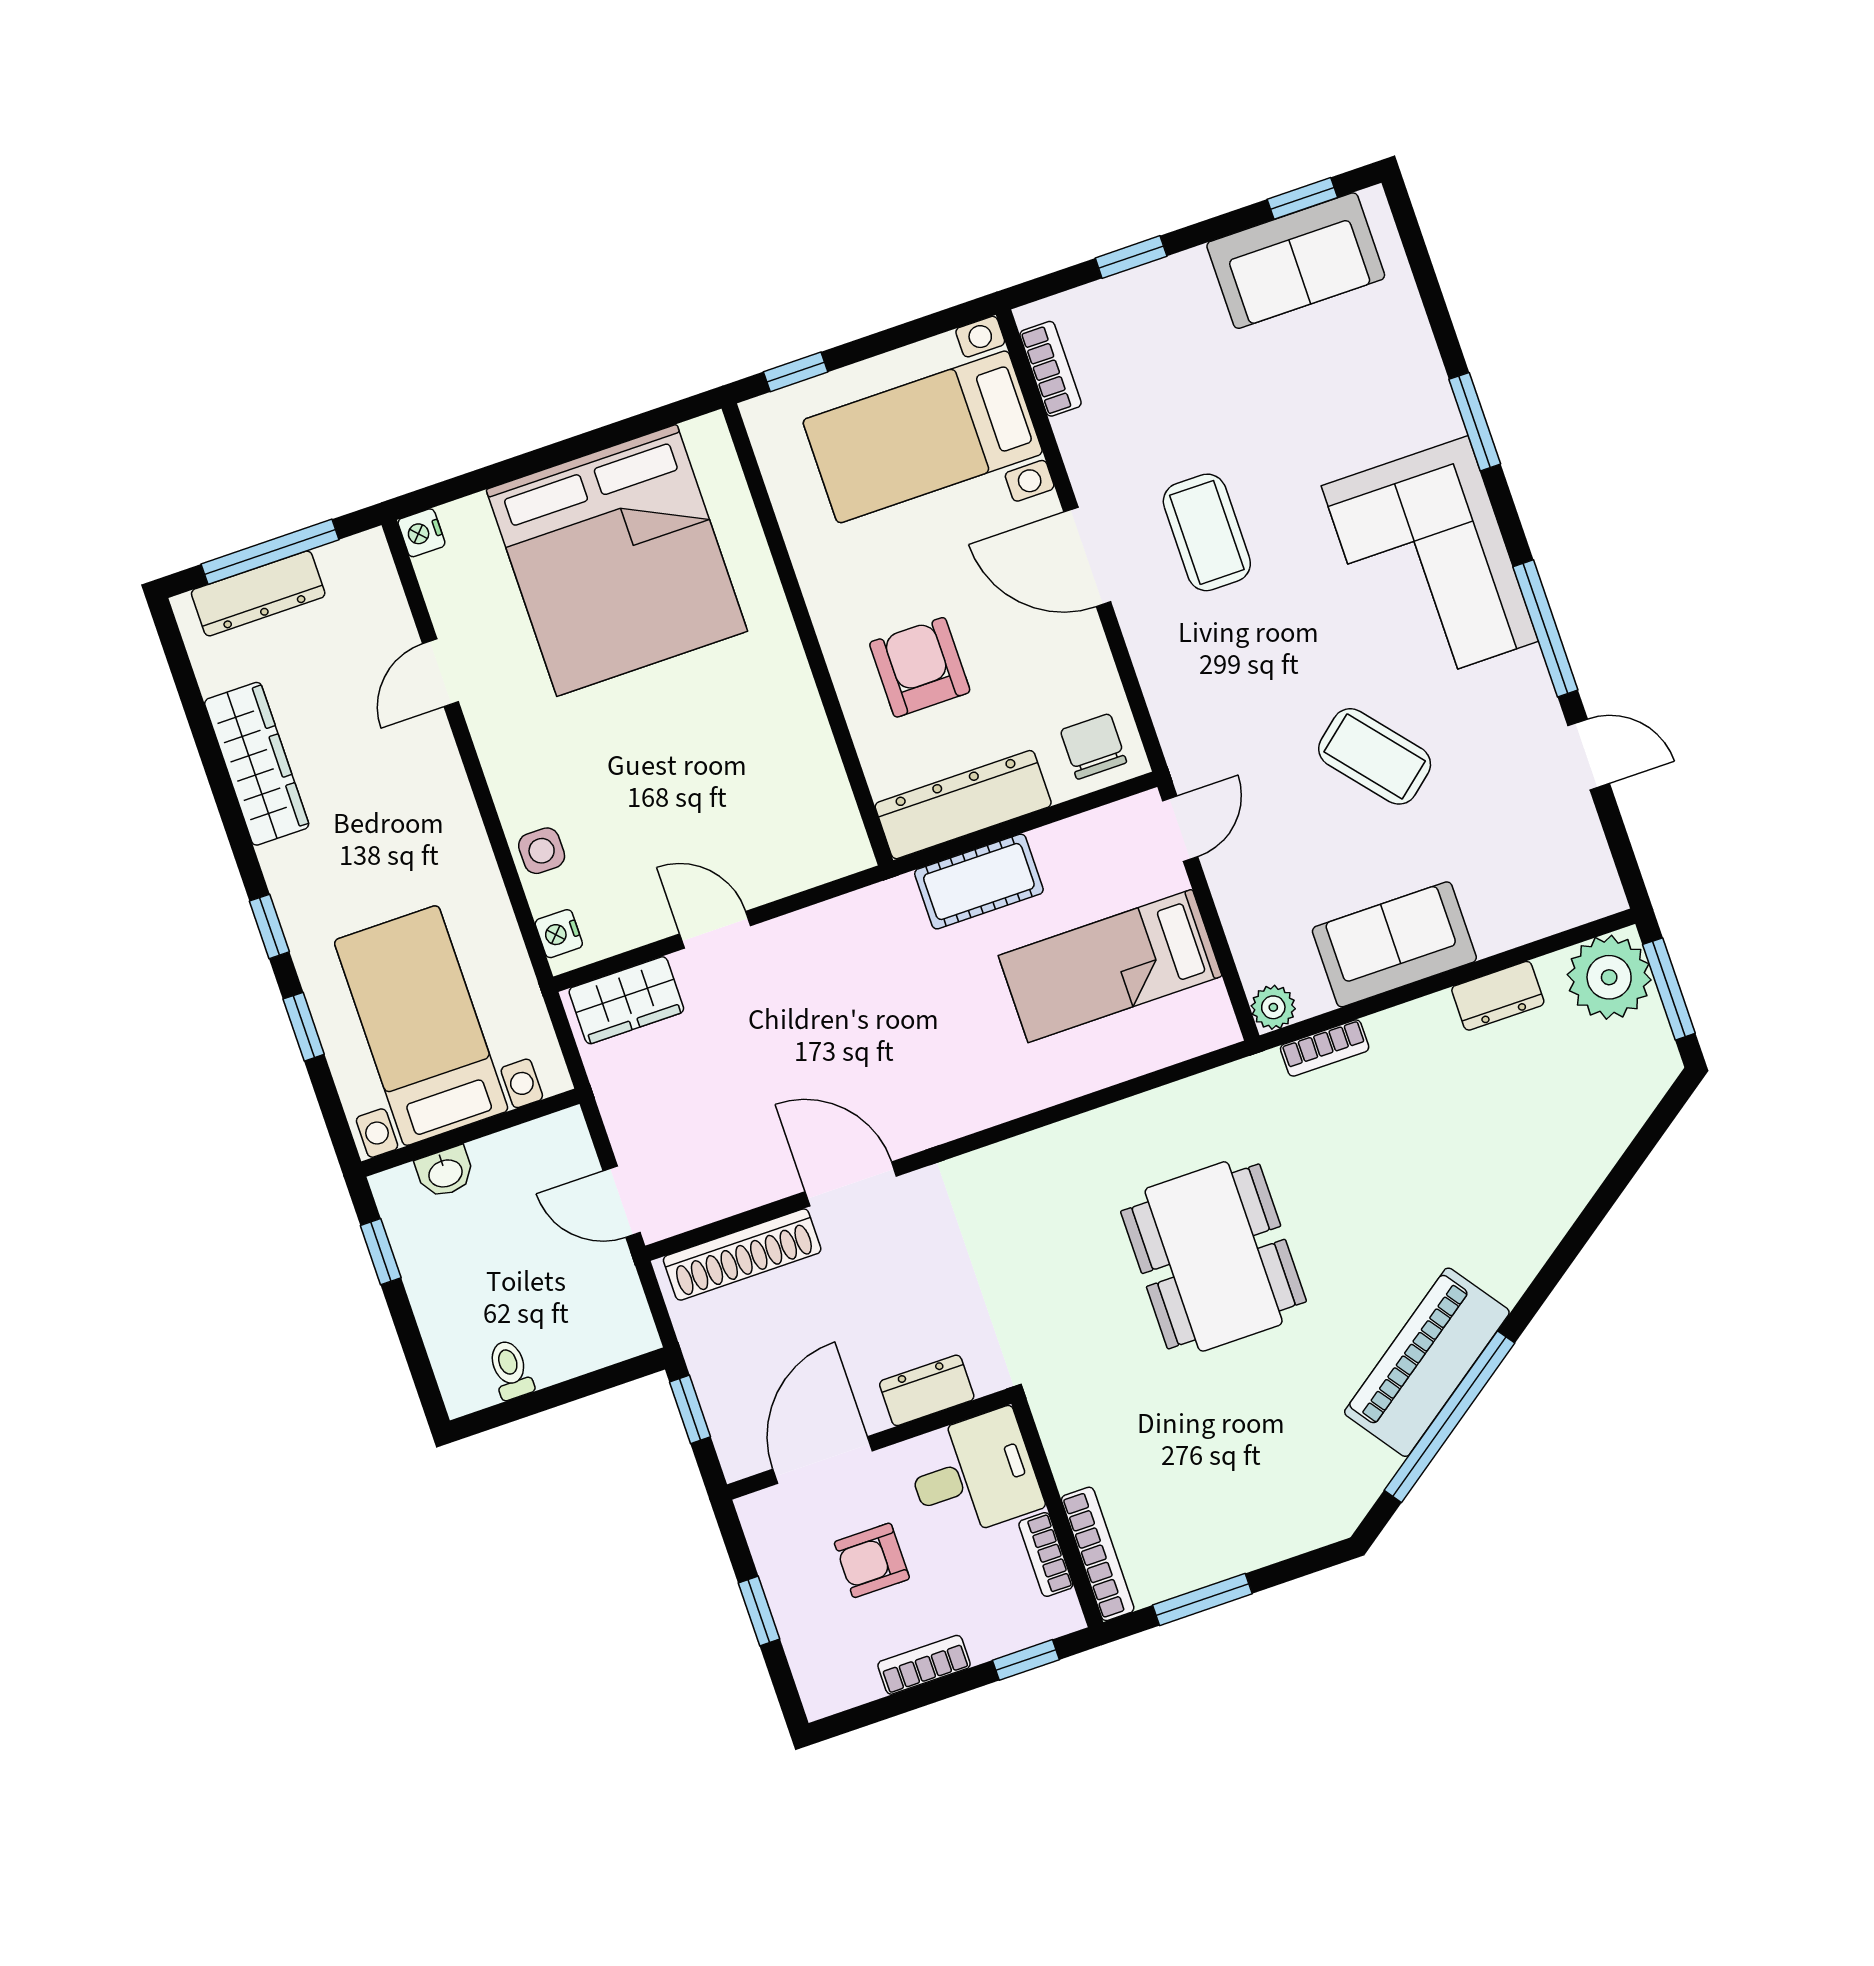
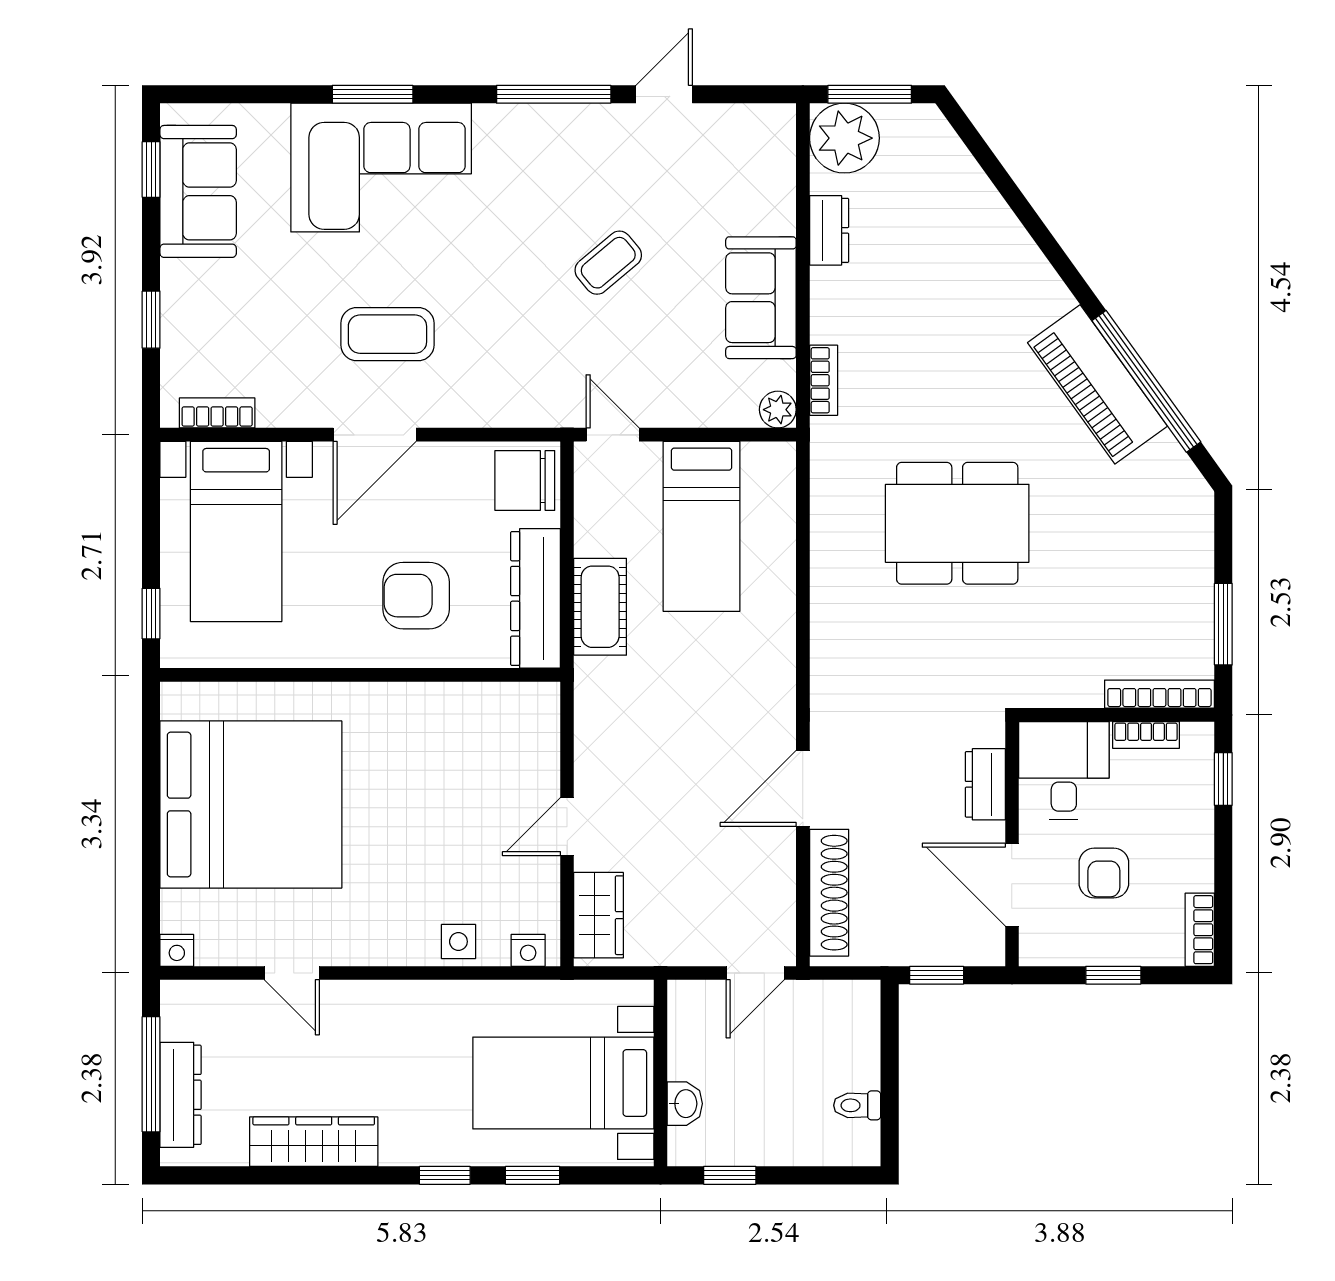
corner sofa: (1430, 564) -> (381, 168), moved
chair: (1093, 746) -> (525, 481), width x1.37, depth x1.37
coffee table: (1375, 756) -> (608, 263), width x0.73, depth x0.77
bookcase: (924, 1665) -> (1200, 930), moved

